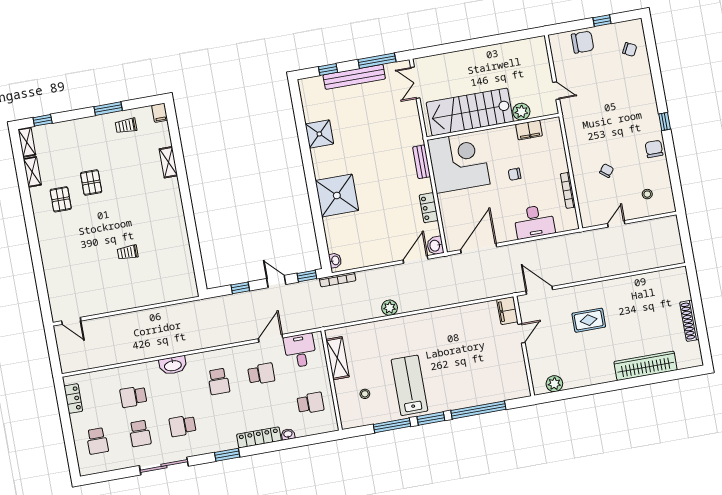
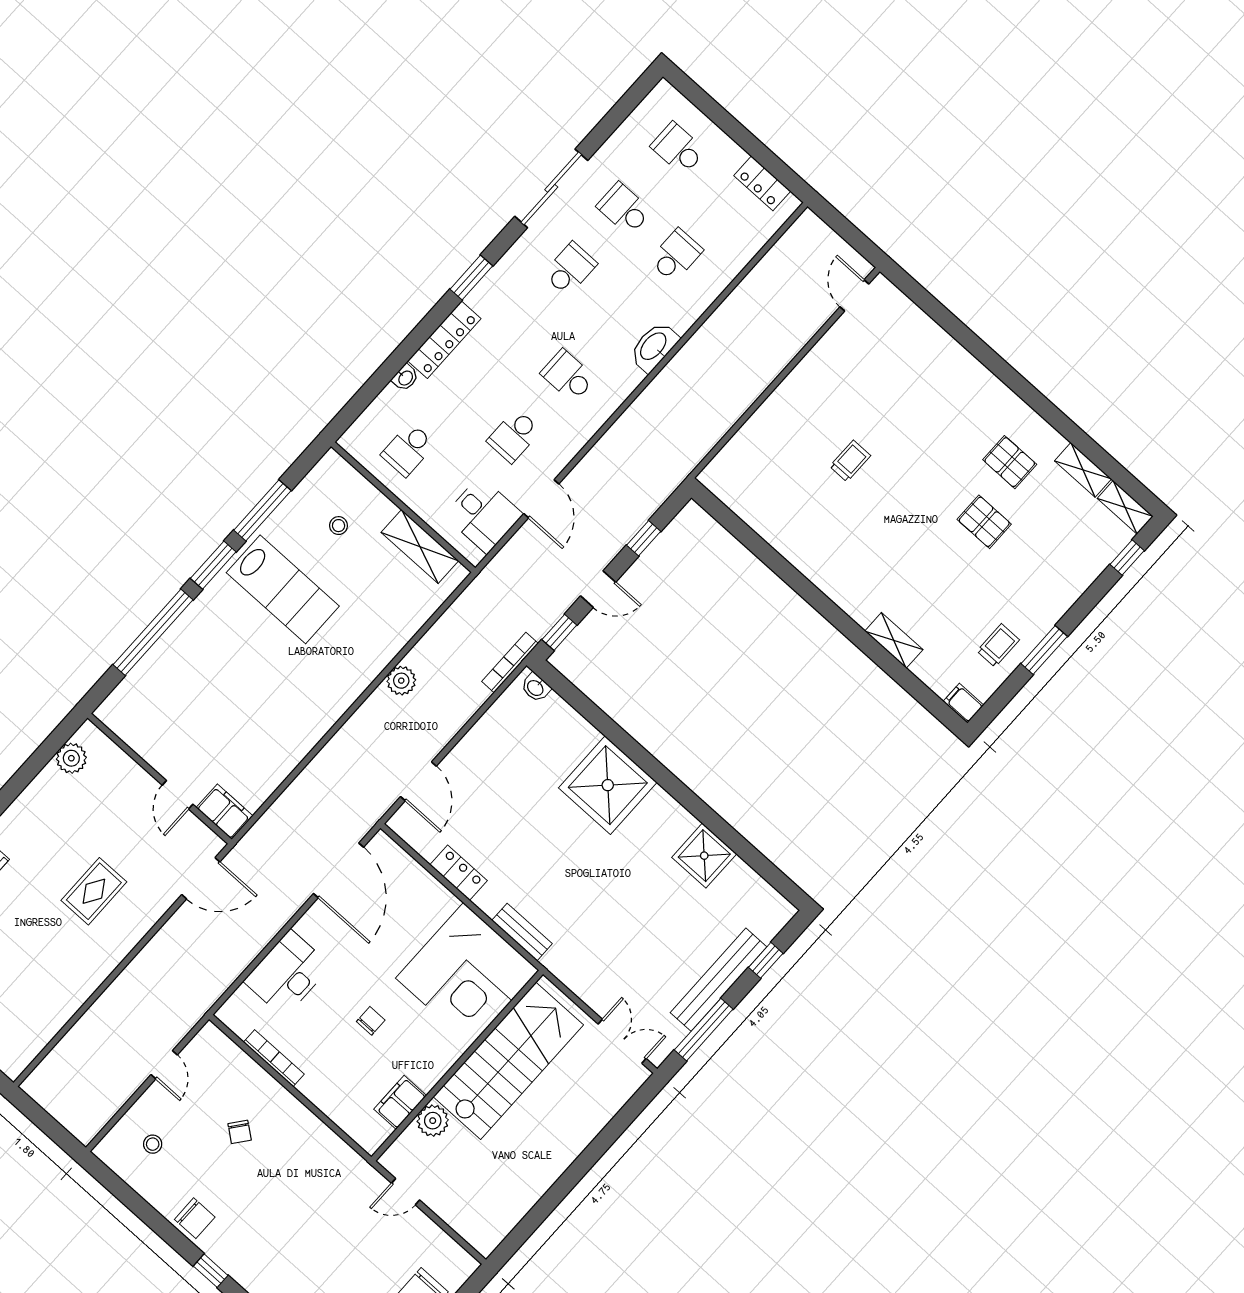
washbasin: (435, 246) -> (406, 824), removed
door: (71, 321) -> (854, 295), hinge flipped

